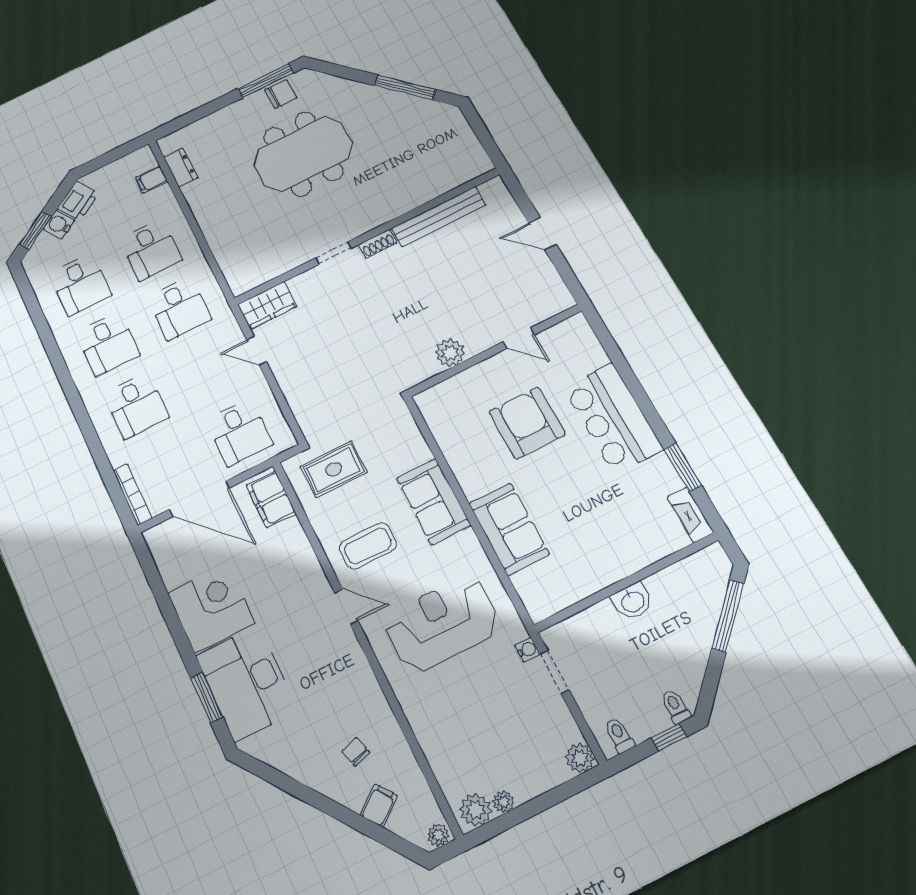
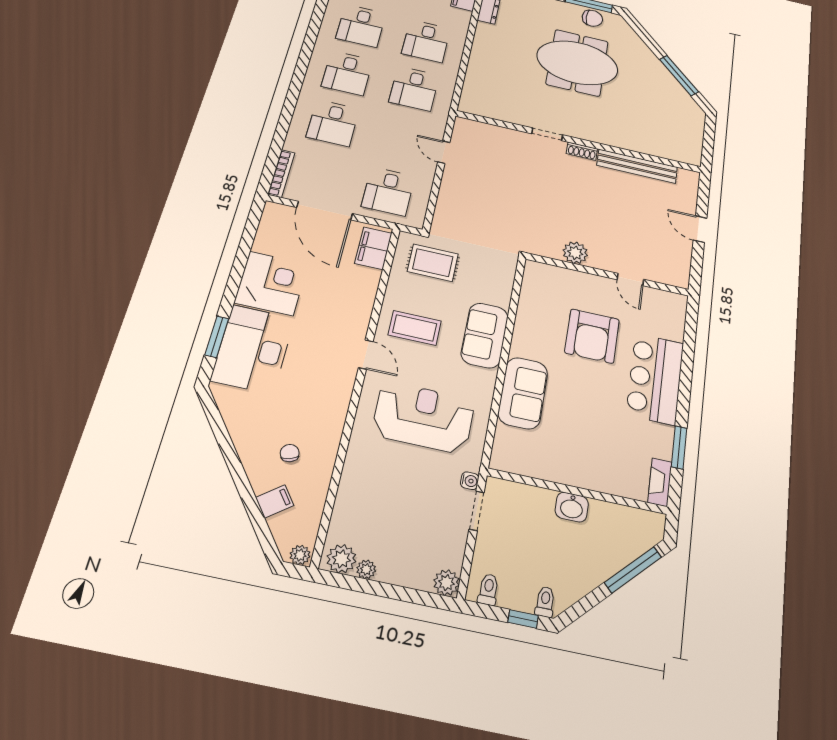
wardrobe: (267, 305) -> (475, 131), removed
armchair: (527, 423) -> (592, 336), turned 180

